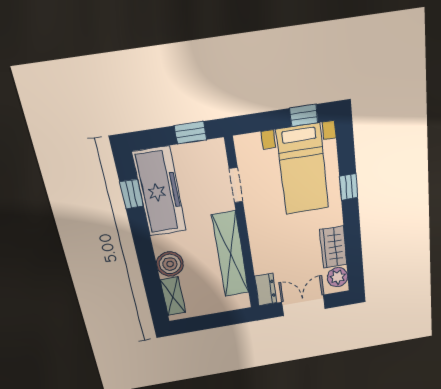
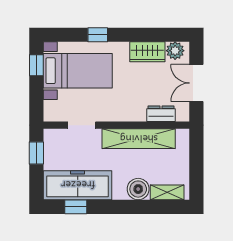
dresser: (266, 289) -> (161, 114), moved

